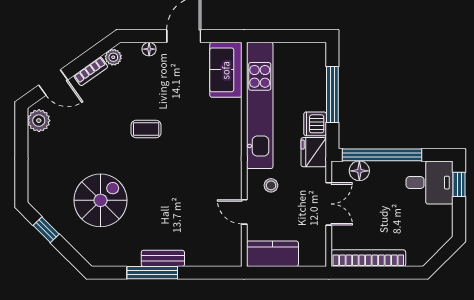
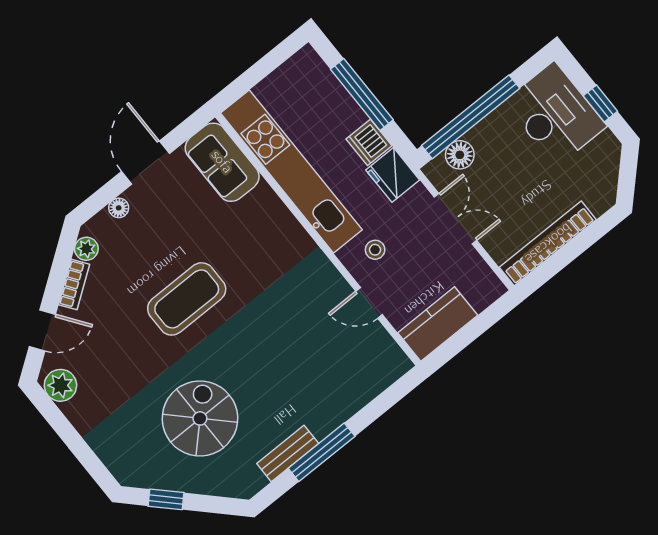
coffee table: (146, 129) -> (187, 299), width x1.86, depth x1.72
desk: (430, 183) -> (555, 114), width x1.37
window: (459, 184) -> (600, 103), moved
bench: (163, 258) -> (288, 454), moved

